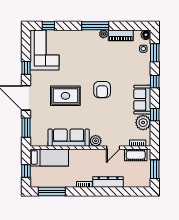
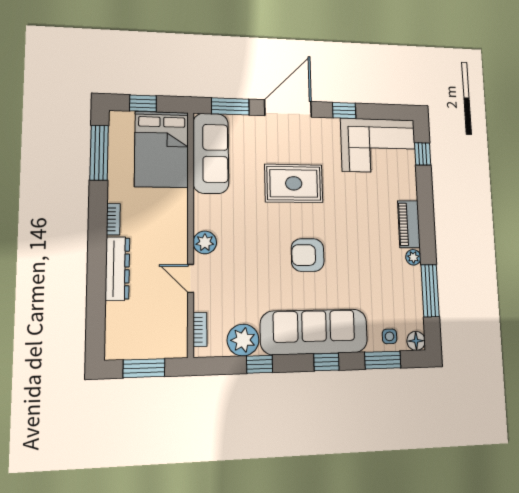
window: (95, 26) -> (430, 291), moved
piano: (121, 35) -> (409, 224), moved
rug: (65, 96) -> (294, 183), turned 90
sofa: (142, 100) -> (314, 332), width x1.85, depth x1.27
sofa: (69, 138) -> (211, 153), moved
cot: (136, 155) -> (175, 326), removed
bed: (49, 157) -> (162, 149), width x1.50

